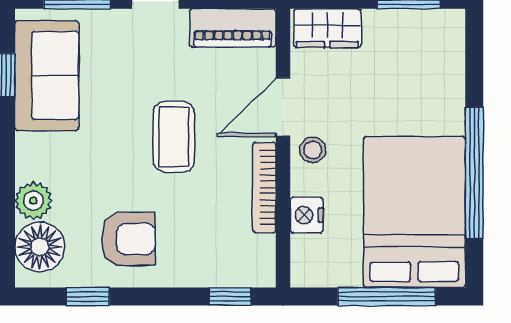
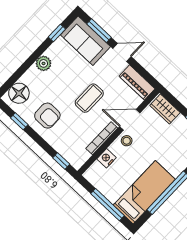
sofa: (47, 76) -> (85, 41), moved, turned 90
plant: (33, 201) -> (44, 63), moved
bed: (414, 212) -> (144, 192), width x0.67

